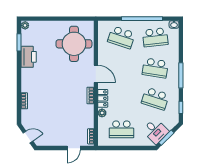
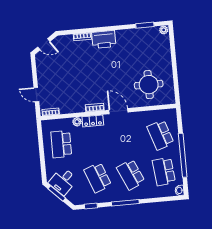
school desk: (121, 37) -> (160, 135), turned -36
round table: (74, 44) -> (149, 85), width x0.73, depth x0.73
printer: (29, 57) -> (104, 39), moved
school desk: (155, 68) -> (131, 175), turned -33
door: (96, 74) -> (118, 111), swing flipped
school desk: (155, 99) -> (98, 178), turned -39
door: (28, 137) -> (44, 44), hinge flipped

